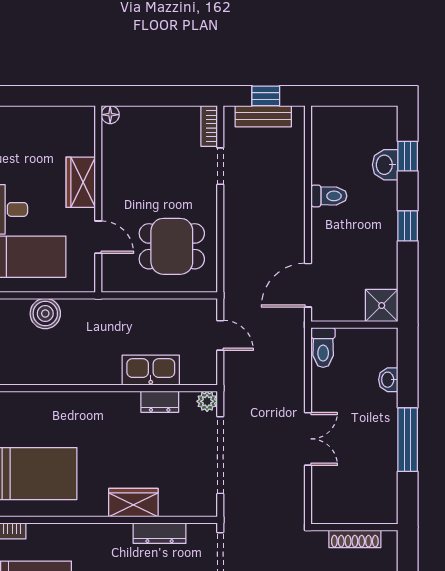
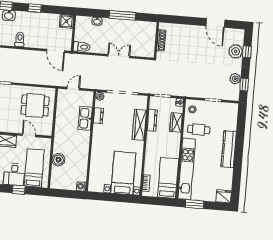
door: (98, 237) -> (29, 135), hinge flipped
dining table: (172, 246) -> (35, 105), turned 90
wardrobe: (133, 503) -> (139, 125), width x1.50

